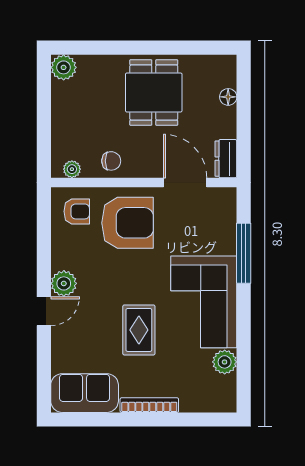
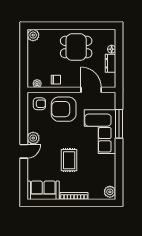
dining table: (154, 92) -> (76, 47), turned 90
dresser: (226, 159) -> (110, 63), moved
armchair: (128, 223) -> (64, 109), turned 180
corner sofa: (204, 302) -> (100, 132), moved
plant: (225, 362) -> (110, 192), moved

